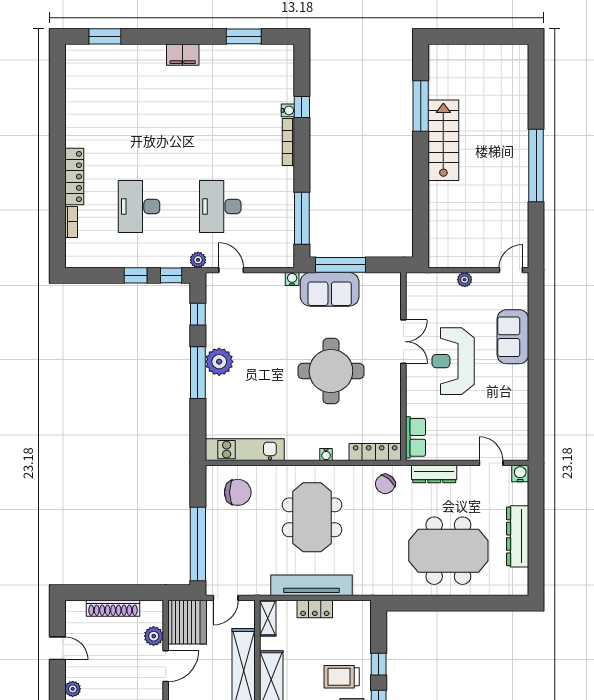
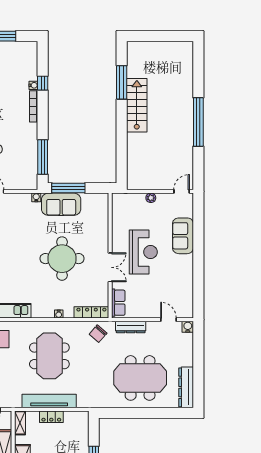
double door: (403, 342) -> (110, 267), moved
reception desk: (453, 361) -> (143, 252), turned 180
dresser: (518, 536) -> (186, 387), moved

